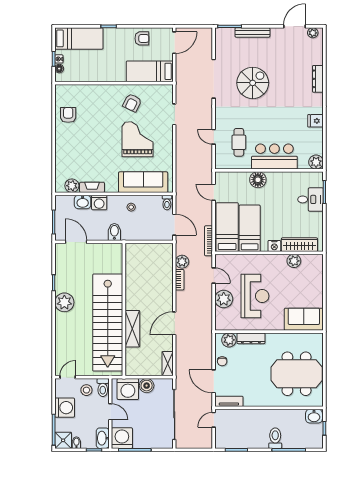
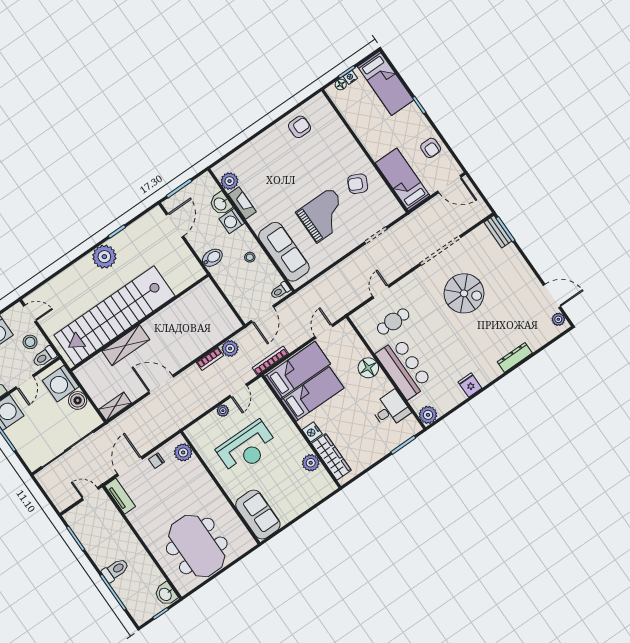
bench: (252, 32) -> (498, 232), moved, width x0.73
desk: (310, 199) -> (390, 410), moved, turned -90
plant: (224, 299) -> (223, 411), width x0.53, depth x0.53
dresser: (251, 338) -> (201, 474), removed

